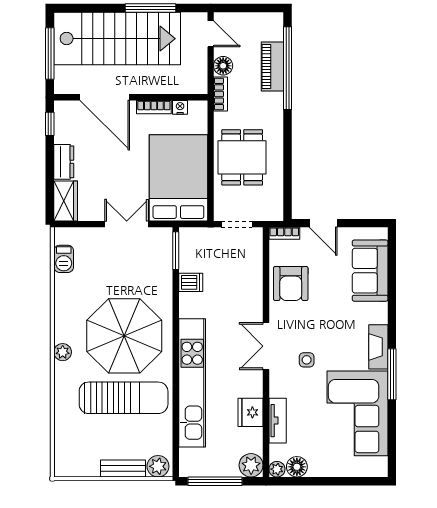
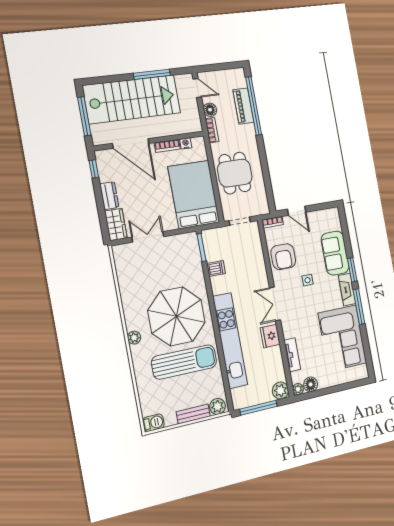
double door: (127, 224) -> (148, 237), moved
barbecue: (64, 259) -> (153, 423), moved, turned -90
sofa: (370, 271) -> (335, 253), moved
window: (392, 320) -> (352, 270), added
side table: (307, 360) -> (308, 280), moved
fridge: (251, 412) -> (270, 336), moved

